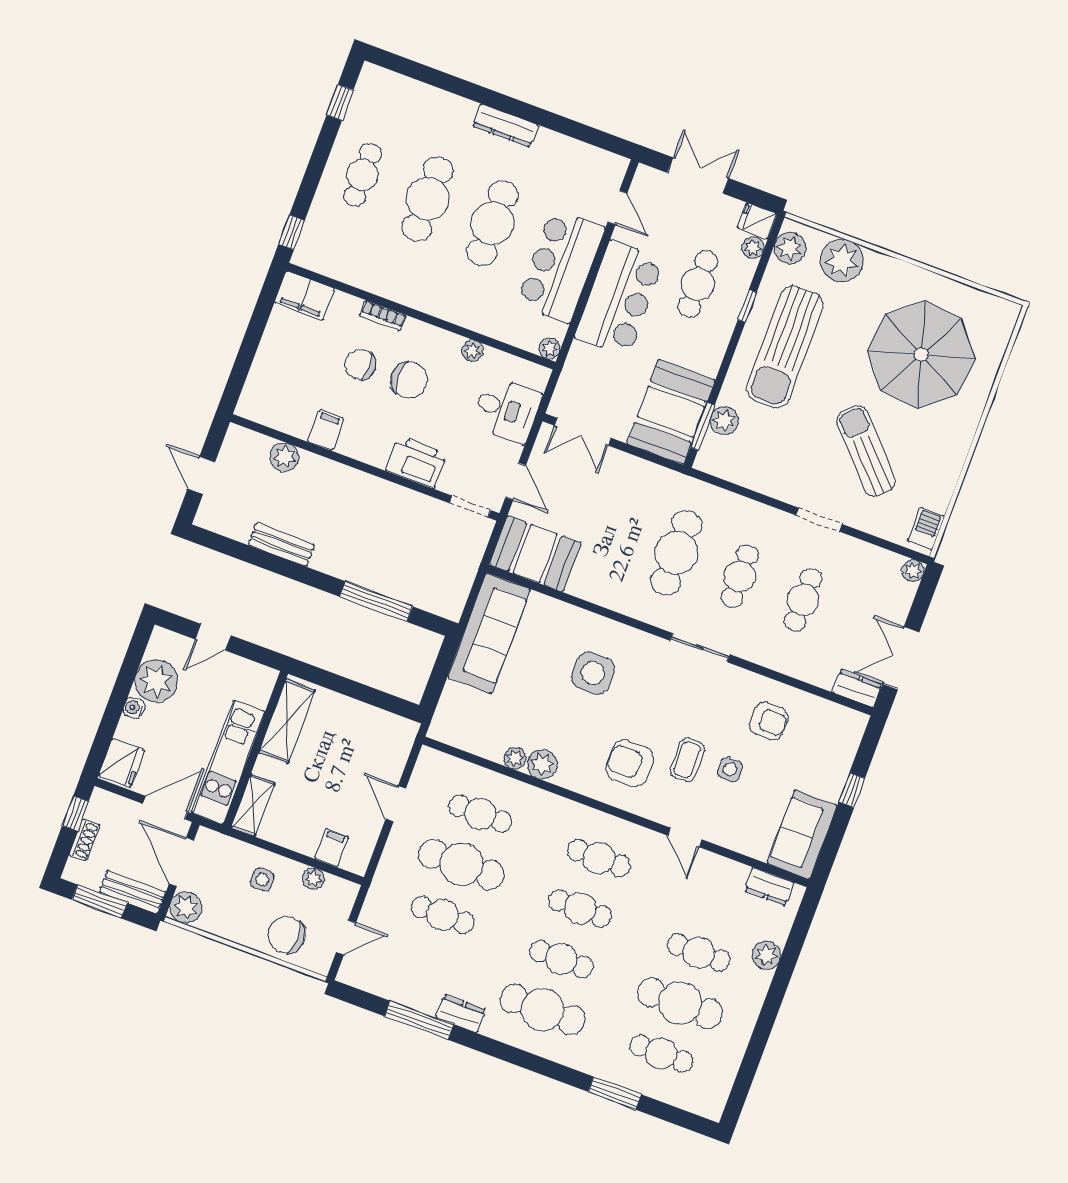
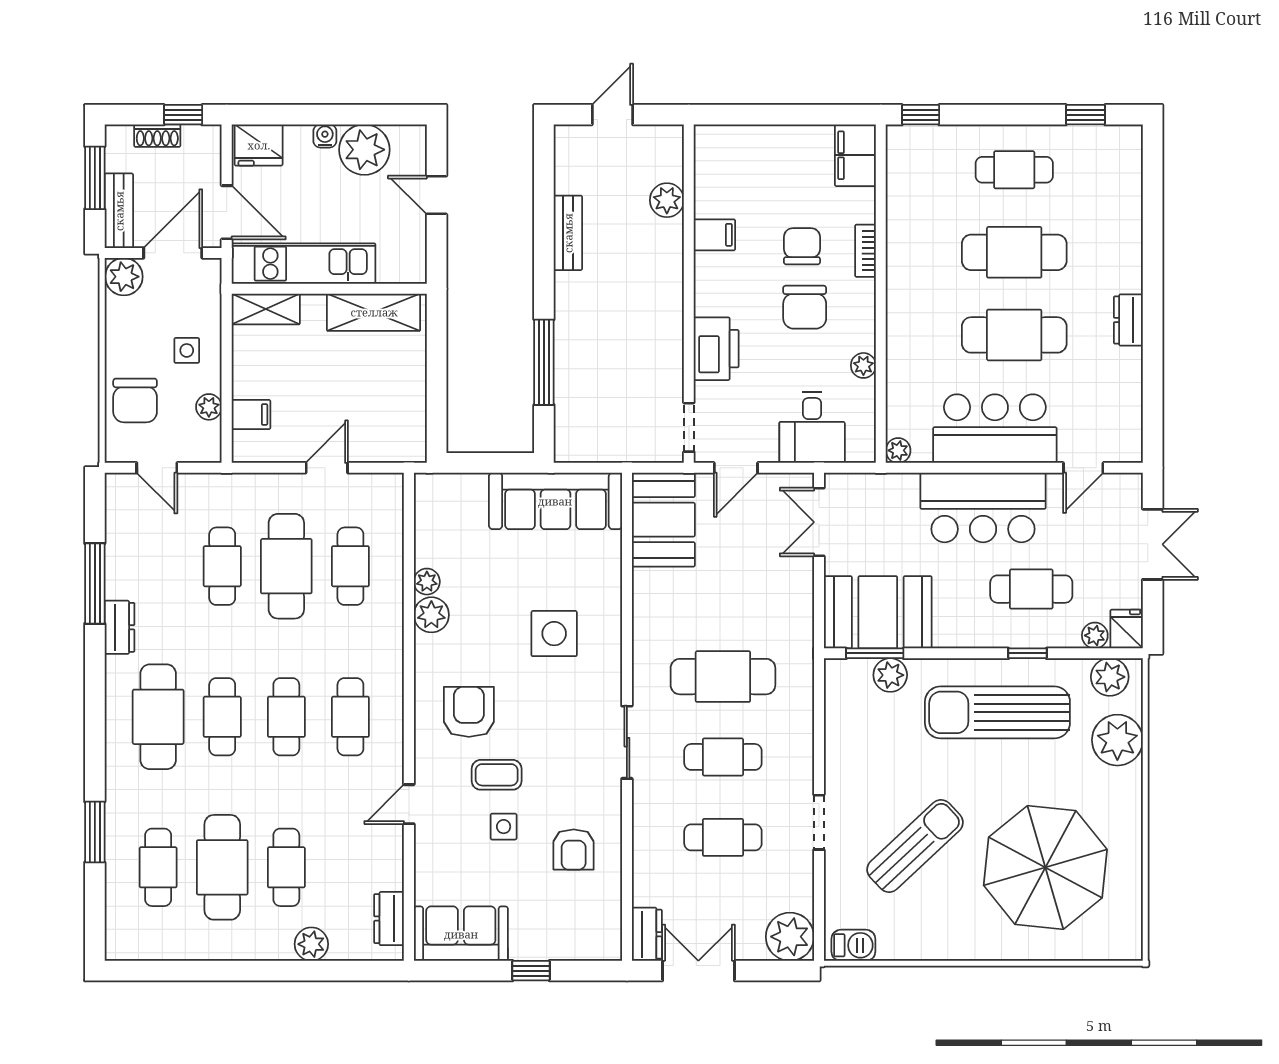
dresser: (505, 126) -> (1128, 320), width x0.70
plant: (913, 571) -> (790, 937), width x1.87, depth x1.87
chair: (287, 935) -> (135, 400), turned 180

